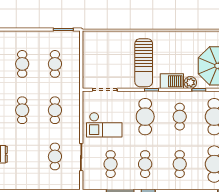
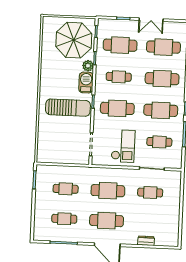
cafe table: (22, 110) -> (107, 221), width x1.37, depth x1.35
cafe table: (55, 110) -> (108, 191), width x1.37, depth x1.35
cafe table: (145, 164) -> (161, 110), width x1.37, depth x1.35
cafe table: (180, 164) -> (162, 79), width x1.37, depth x1.35

